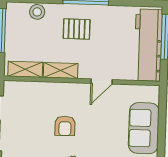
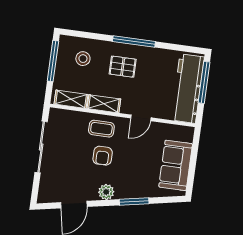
stool: (37, 12) -> (83, 59), moved
coffee table: (61, 97) -> (101, 129), added

